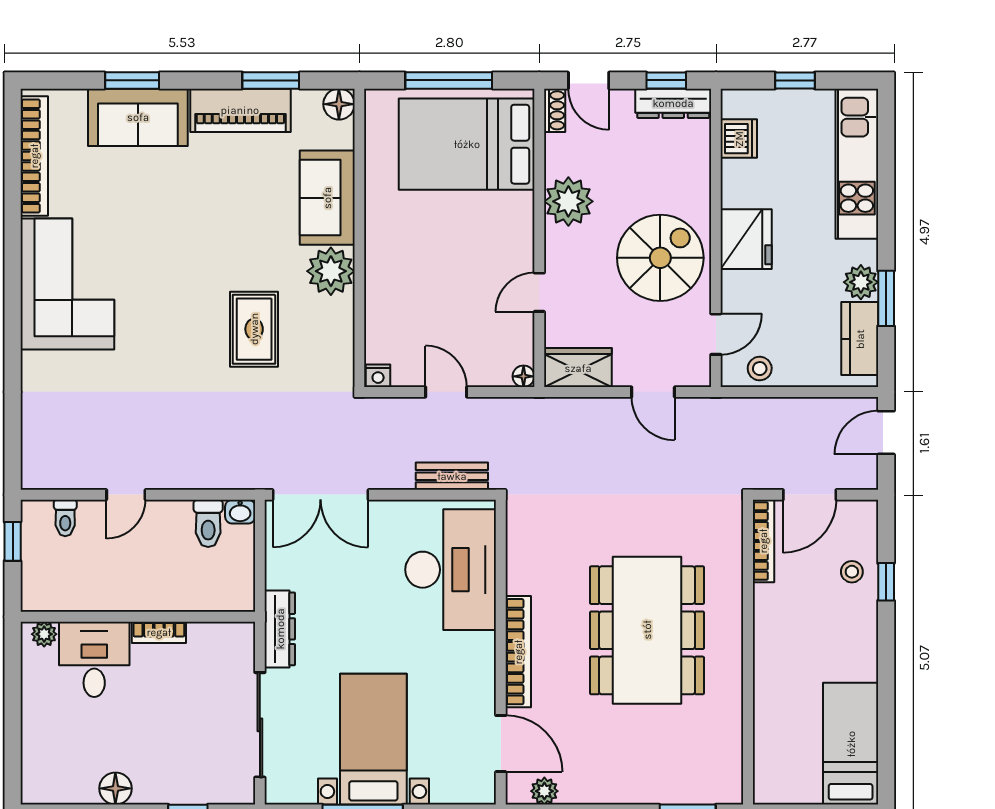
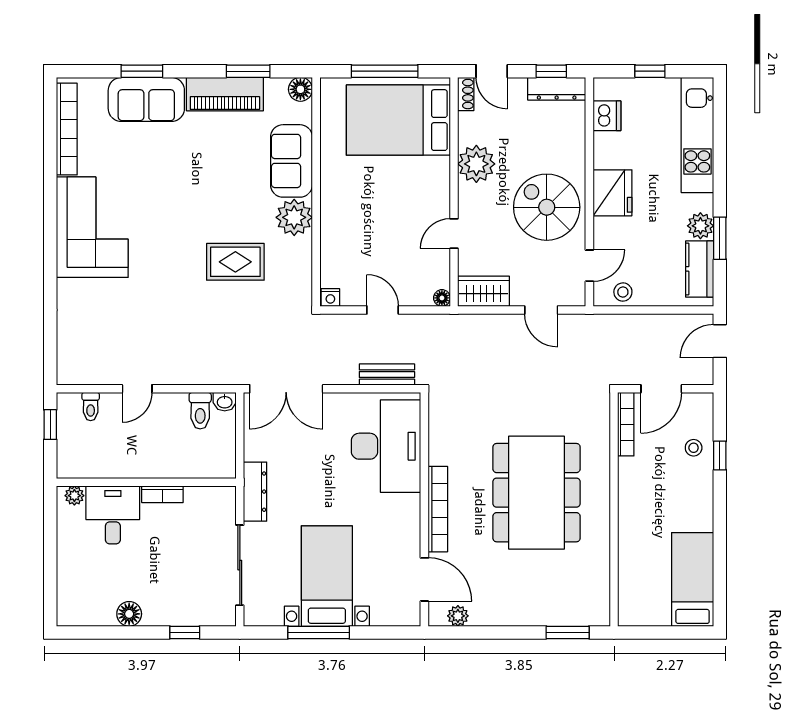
spiral stairs: (660, 258) -> (547, 207), turned -90
rug: (254, 329) -> (235, 262), turned 90

